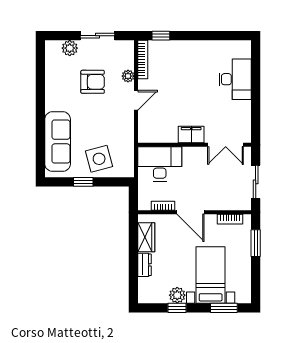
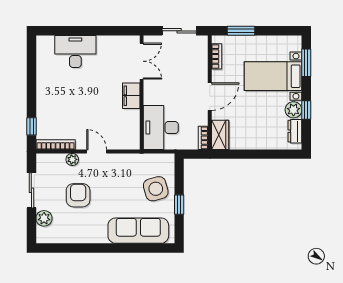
bookcase: (163, 206) -> (203, 138), moved
wardrobe: (146, 237) -> (220, 135), moved, turned 90
dresser: (144, 265) -> (295, 131), moved, turned -90

